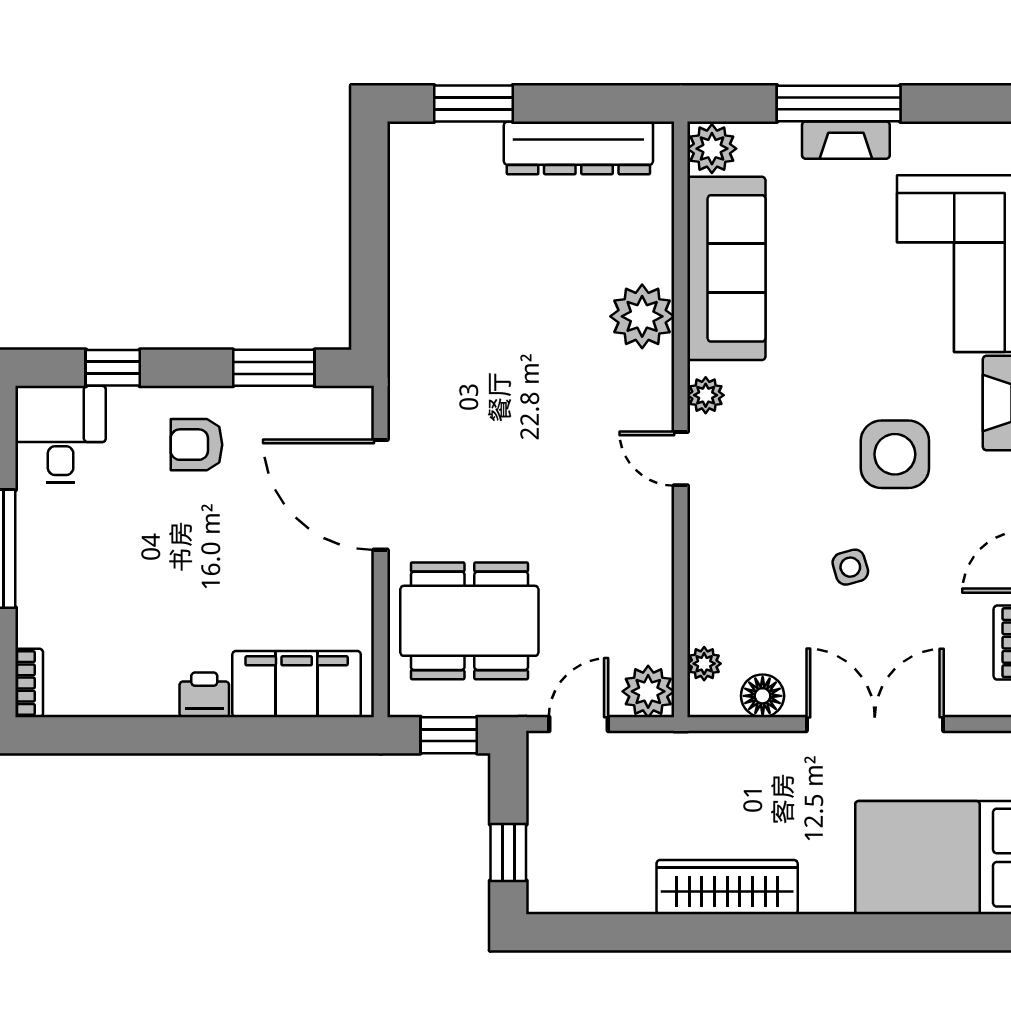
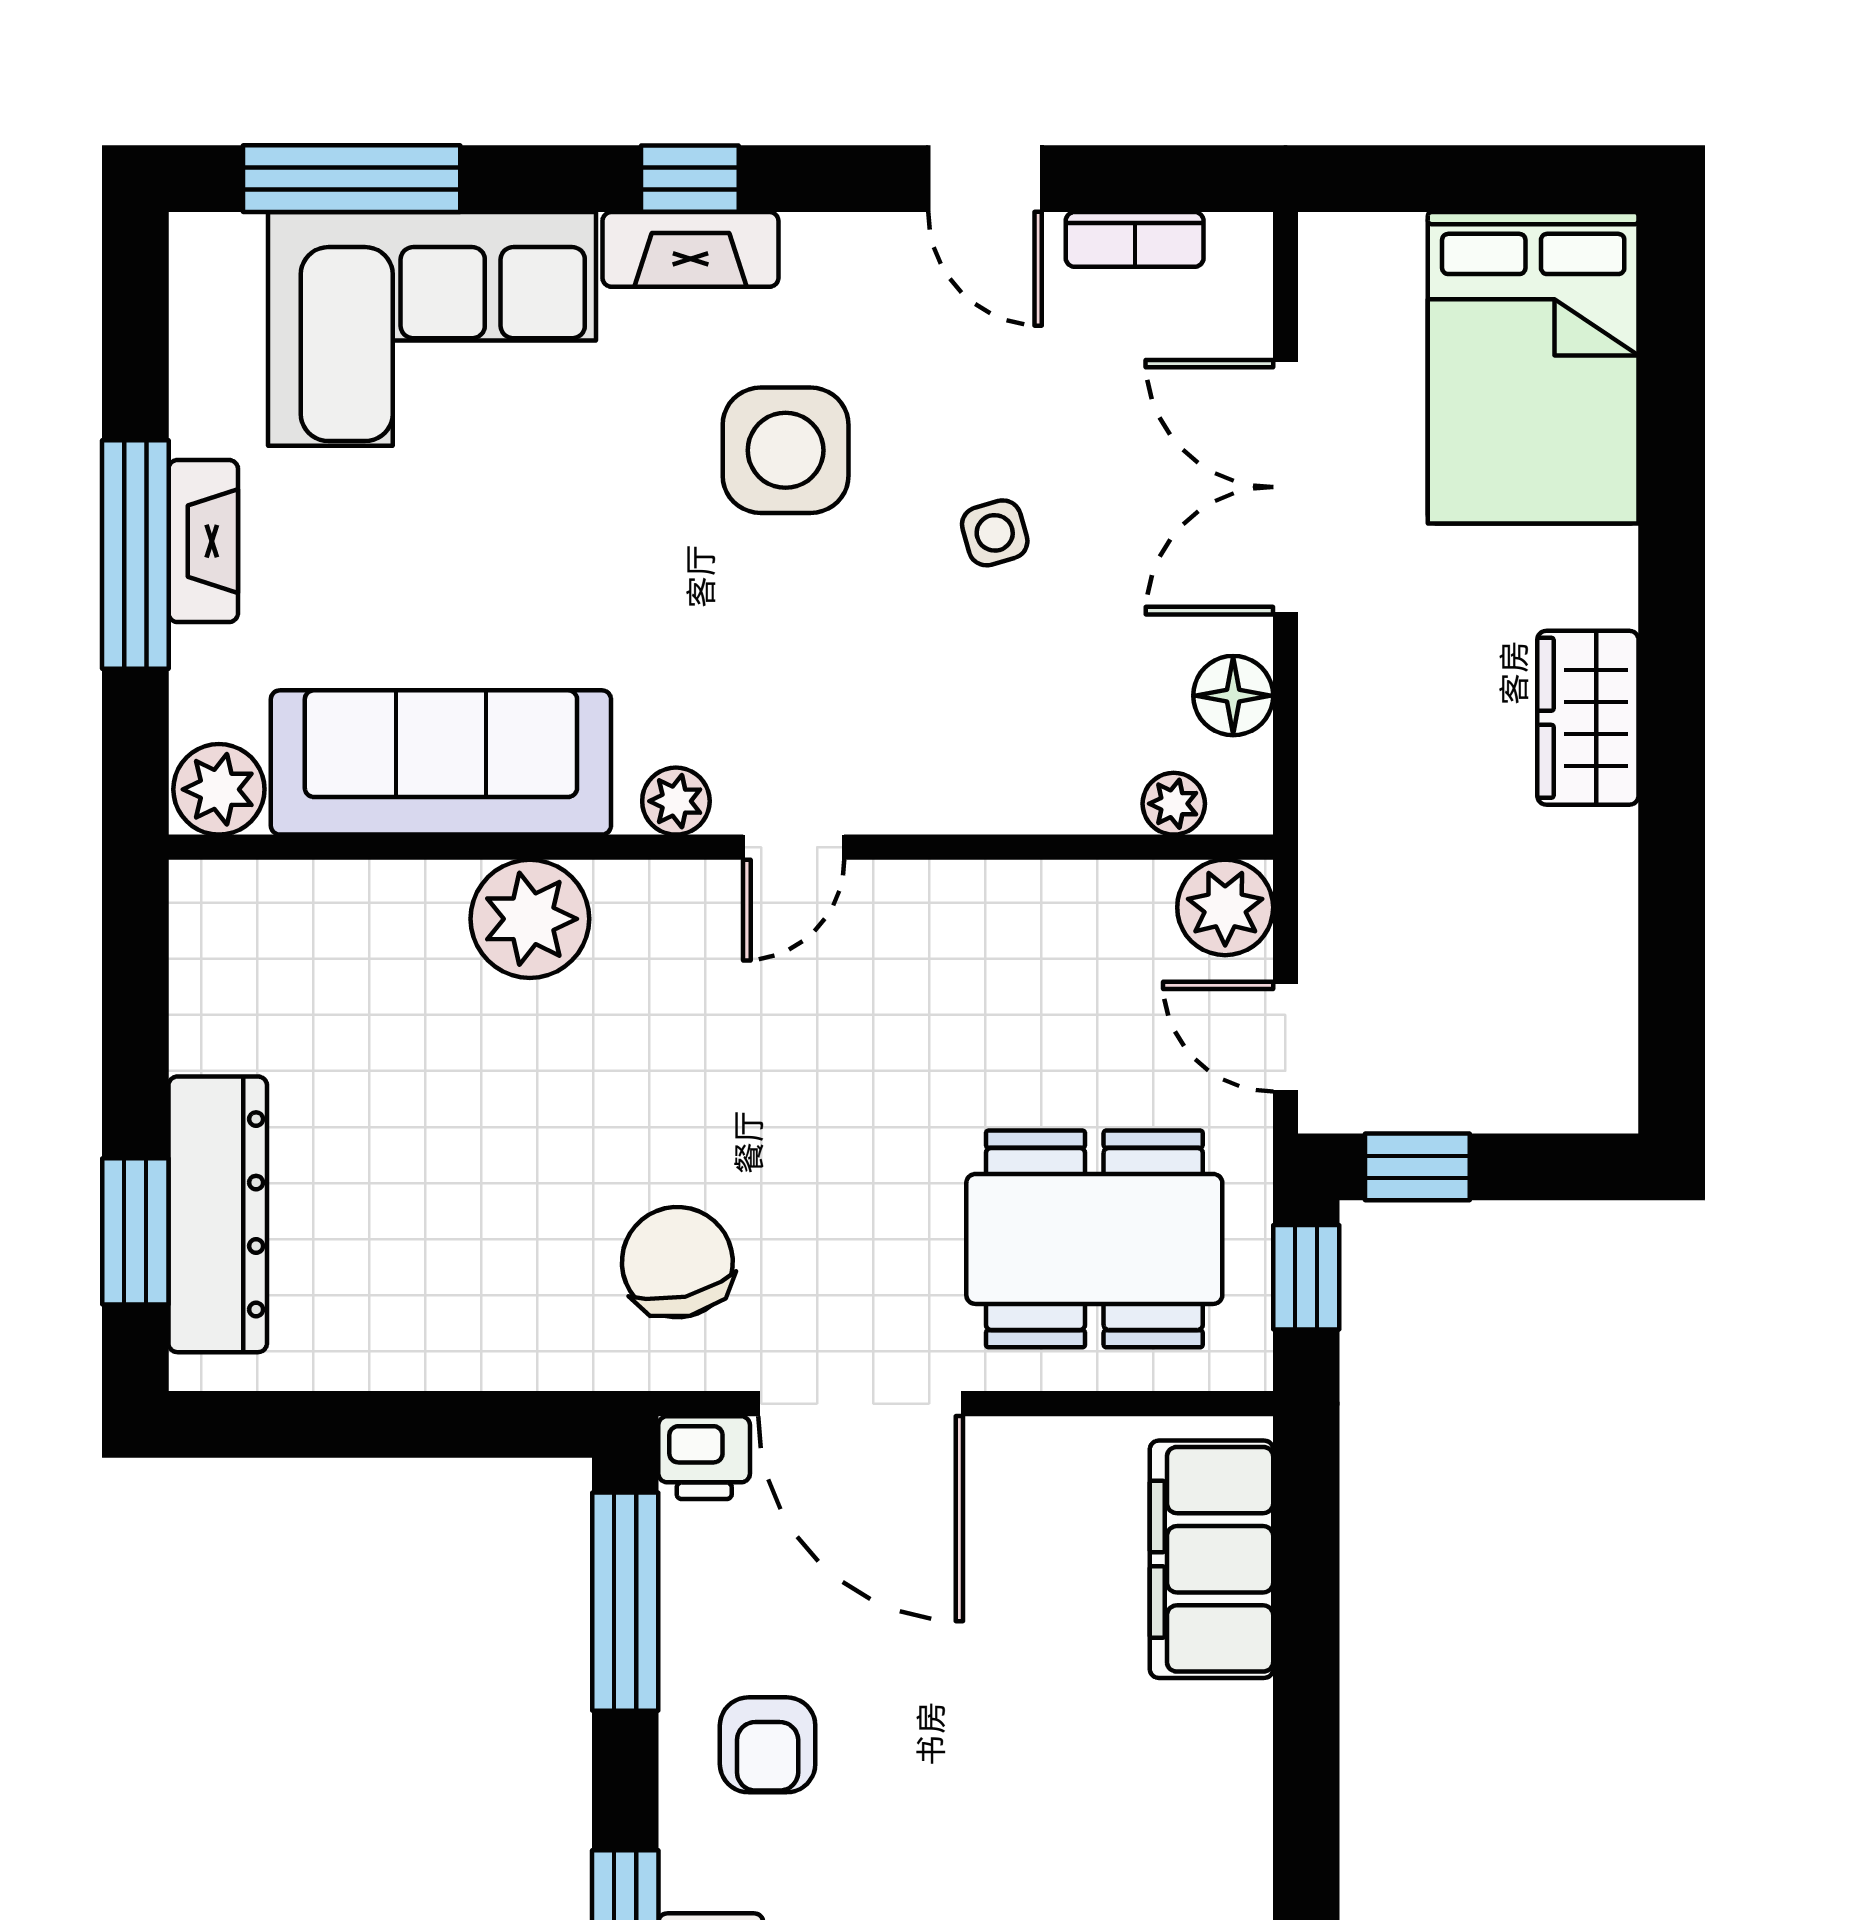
dresser: (578, 148) -> (218, 1214), moved
window: (274, 368) -> (625, 1602), width x1.44
chair: (457, 396) -> (677, 1262), added
door: (381, 495) -> (861, 1404), hinge flipped
dining table: (469, 621) -> (1094, 1239), turned 90
printer: (204, 695) -> (704, 1458), moved, turned -90
window: (508, 852) -> (1417, 1167), moved
wardrobe: (727, 887) -> (1588, 718), width x0.67

